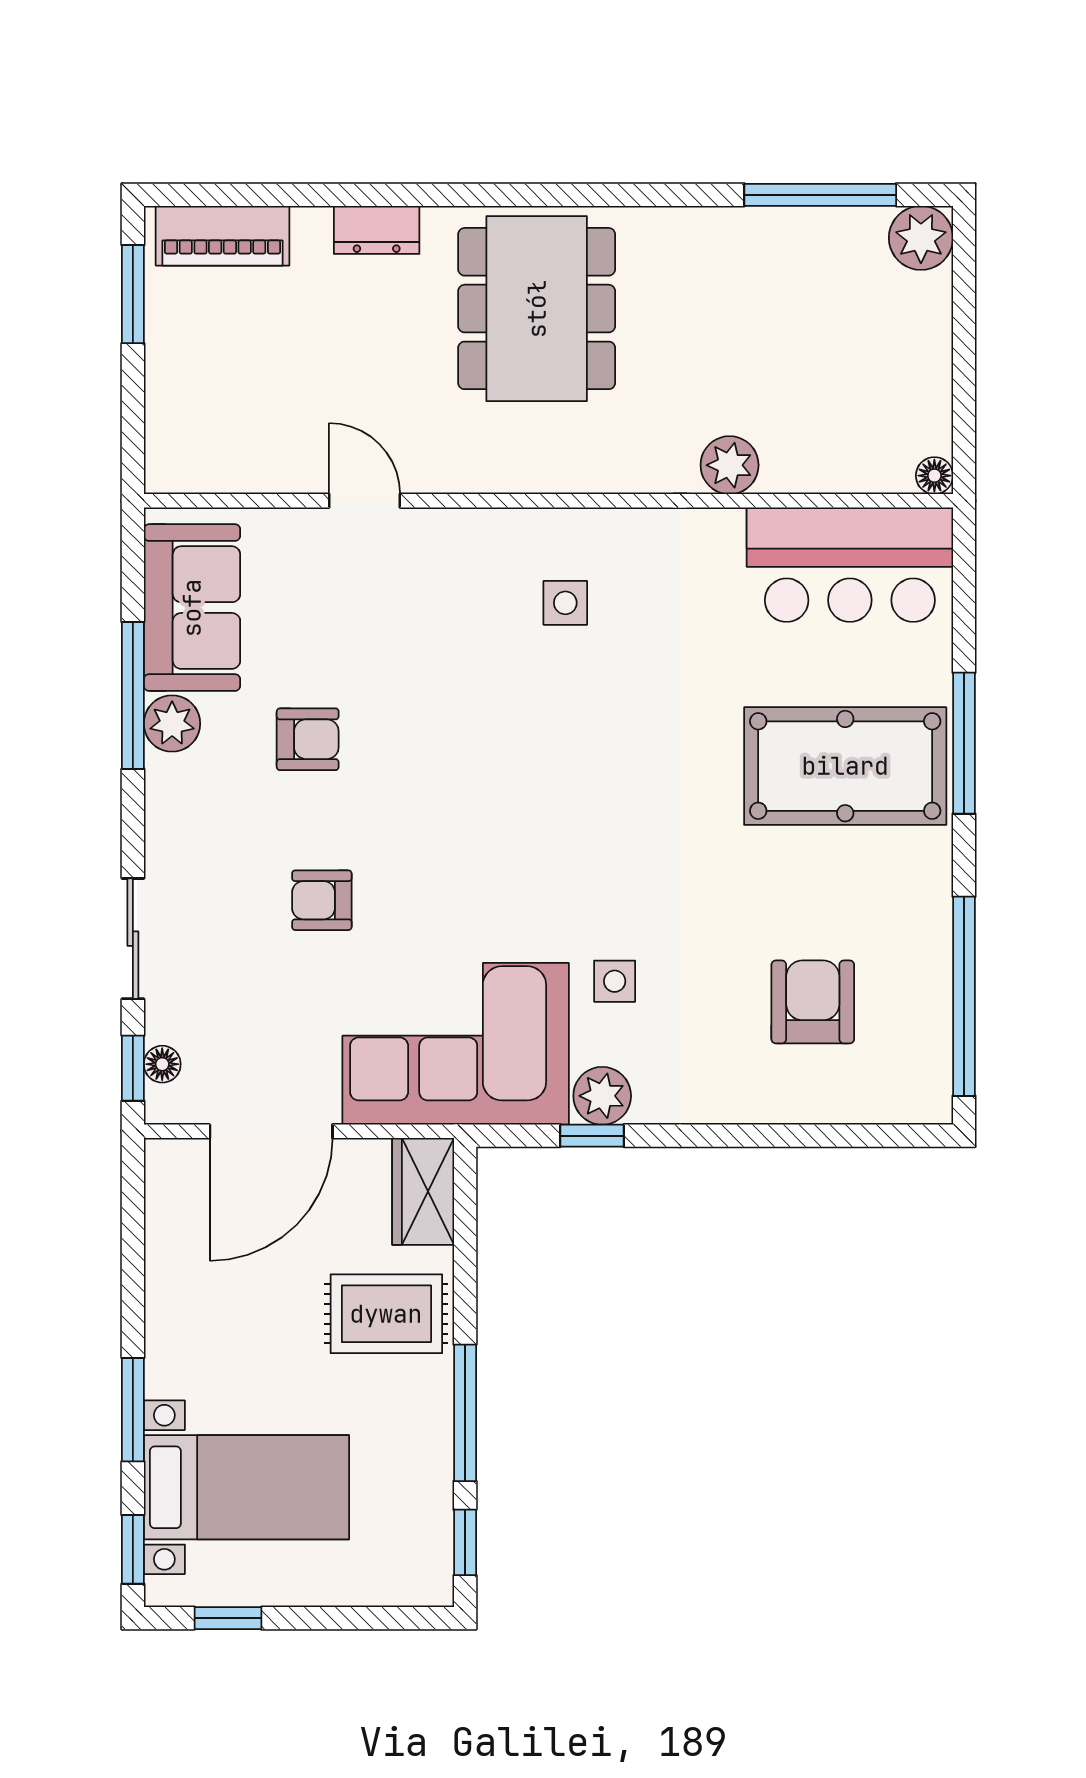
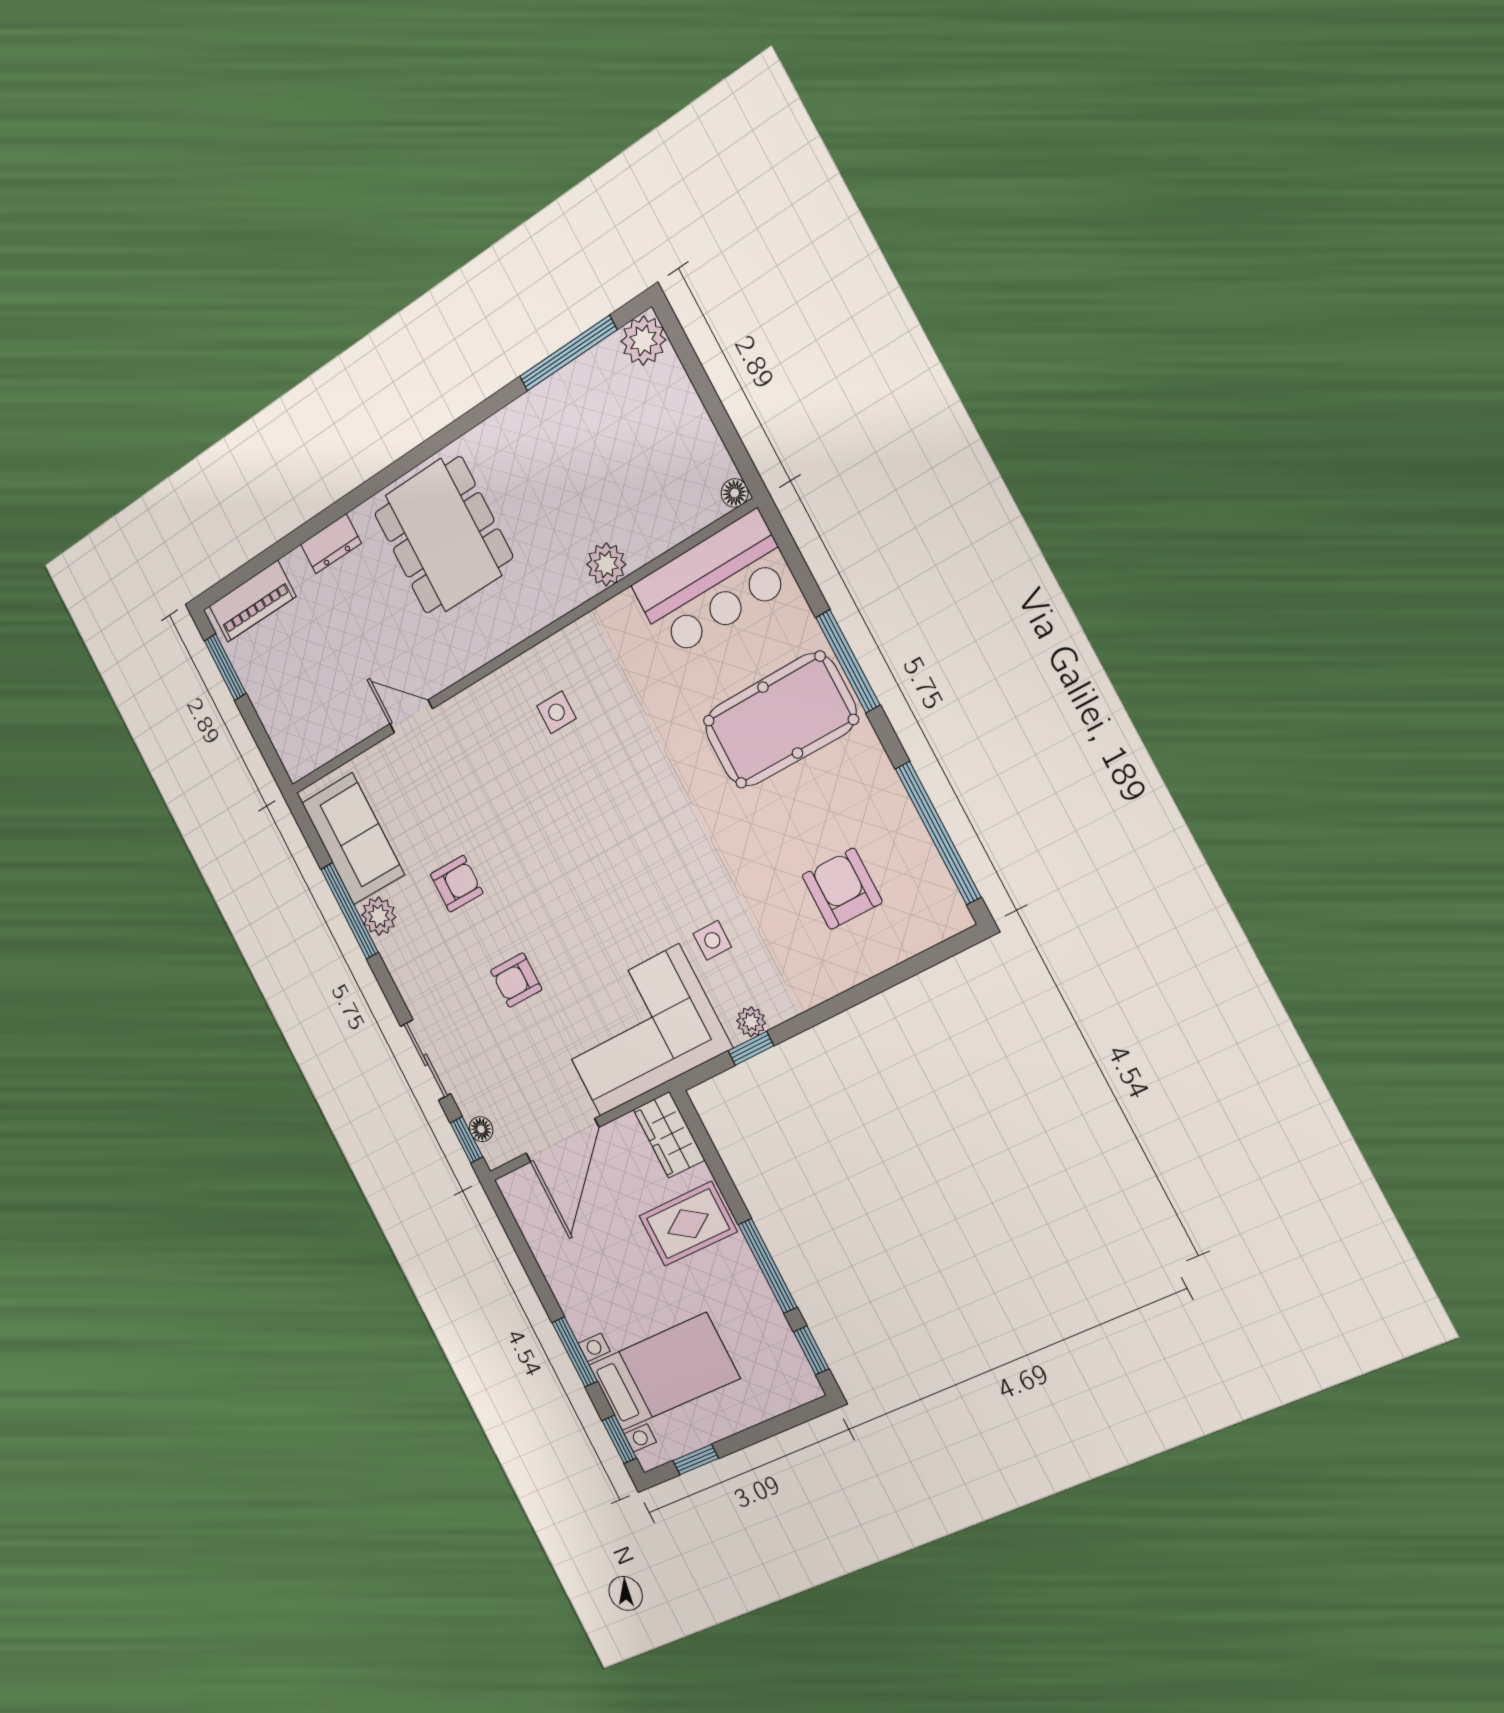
plant: (602, 1096) -> (751, 1022), width x0.73, depth x0.73

